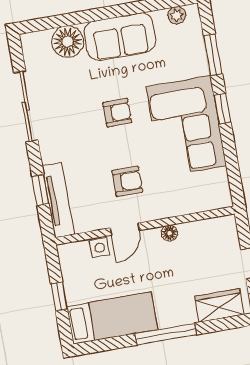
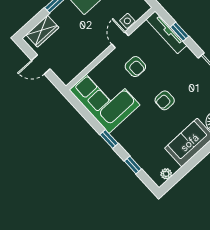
window: (213, 55) -> (133, 165), width x0.67
corner sofa: (186, 126) -> (105, 97), moved
armchair: (127, 181) -> (135, 67), turned -90
floor lamp: (169, 233) -> (95, 53), removed

